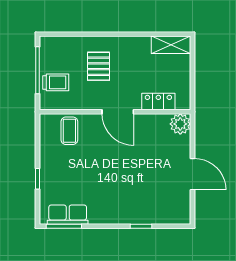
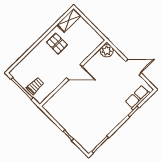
pallet: (98, 66) -> (57, 44), moved
locker: (158, 102) -> (88, 50), removed
coffee table: (69, 131) -> (62, 101), removed
row of seats: (68, 215) -> (138, 98), moved

